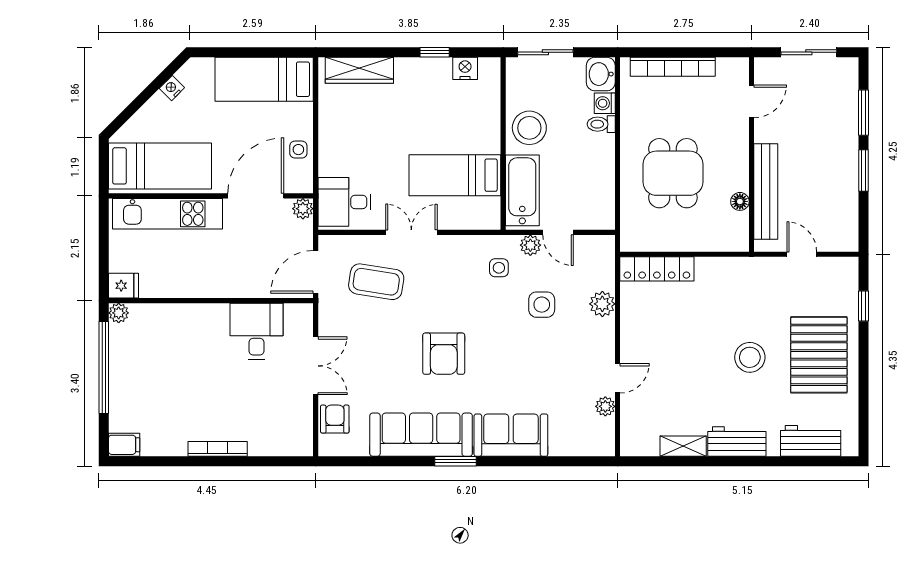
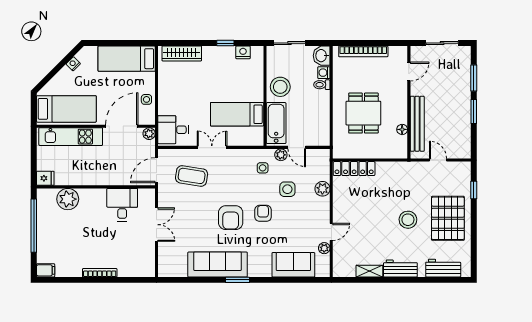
plant: (119, 313) -> (68, 199), moved, width x1.88, depth x1.88
armchair: (335, 419) -> (263, 213), moved
sofa: (511, 435) -> (293, 265), moved

